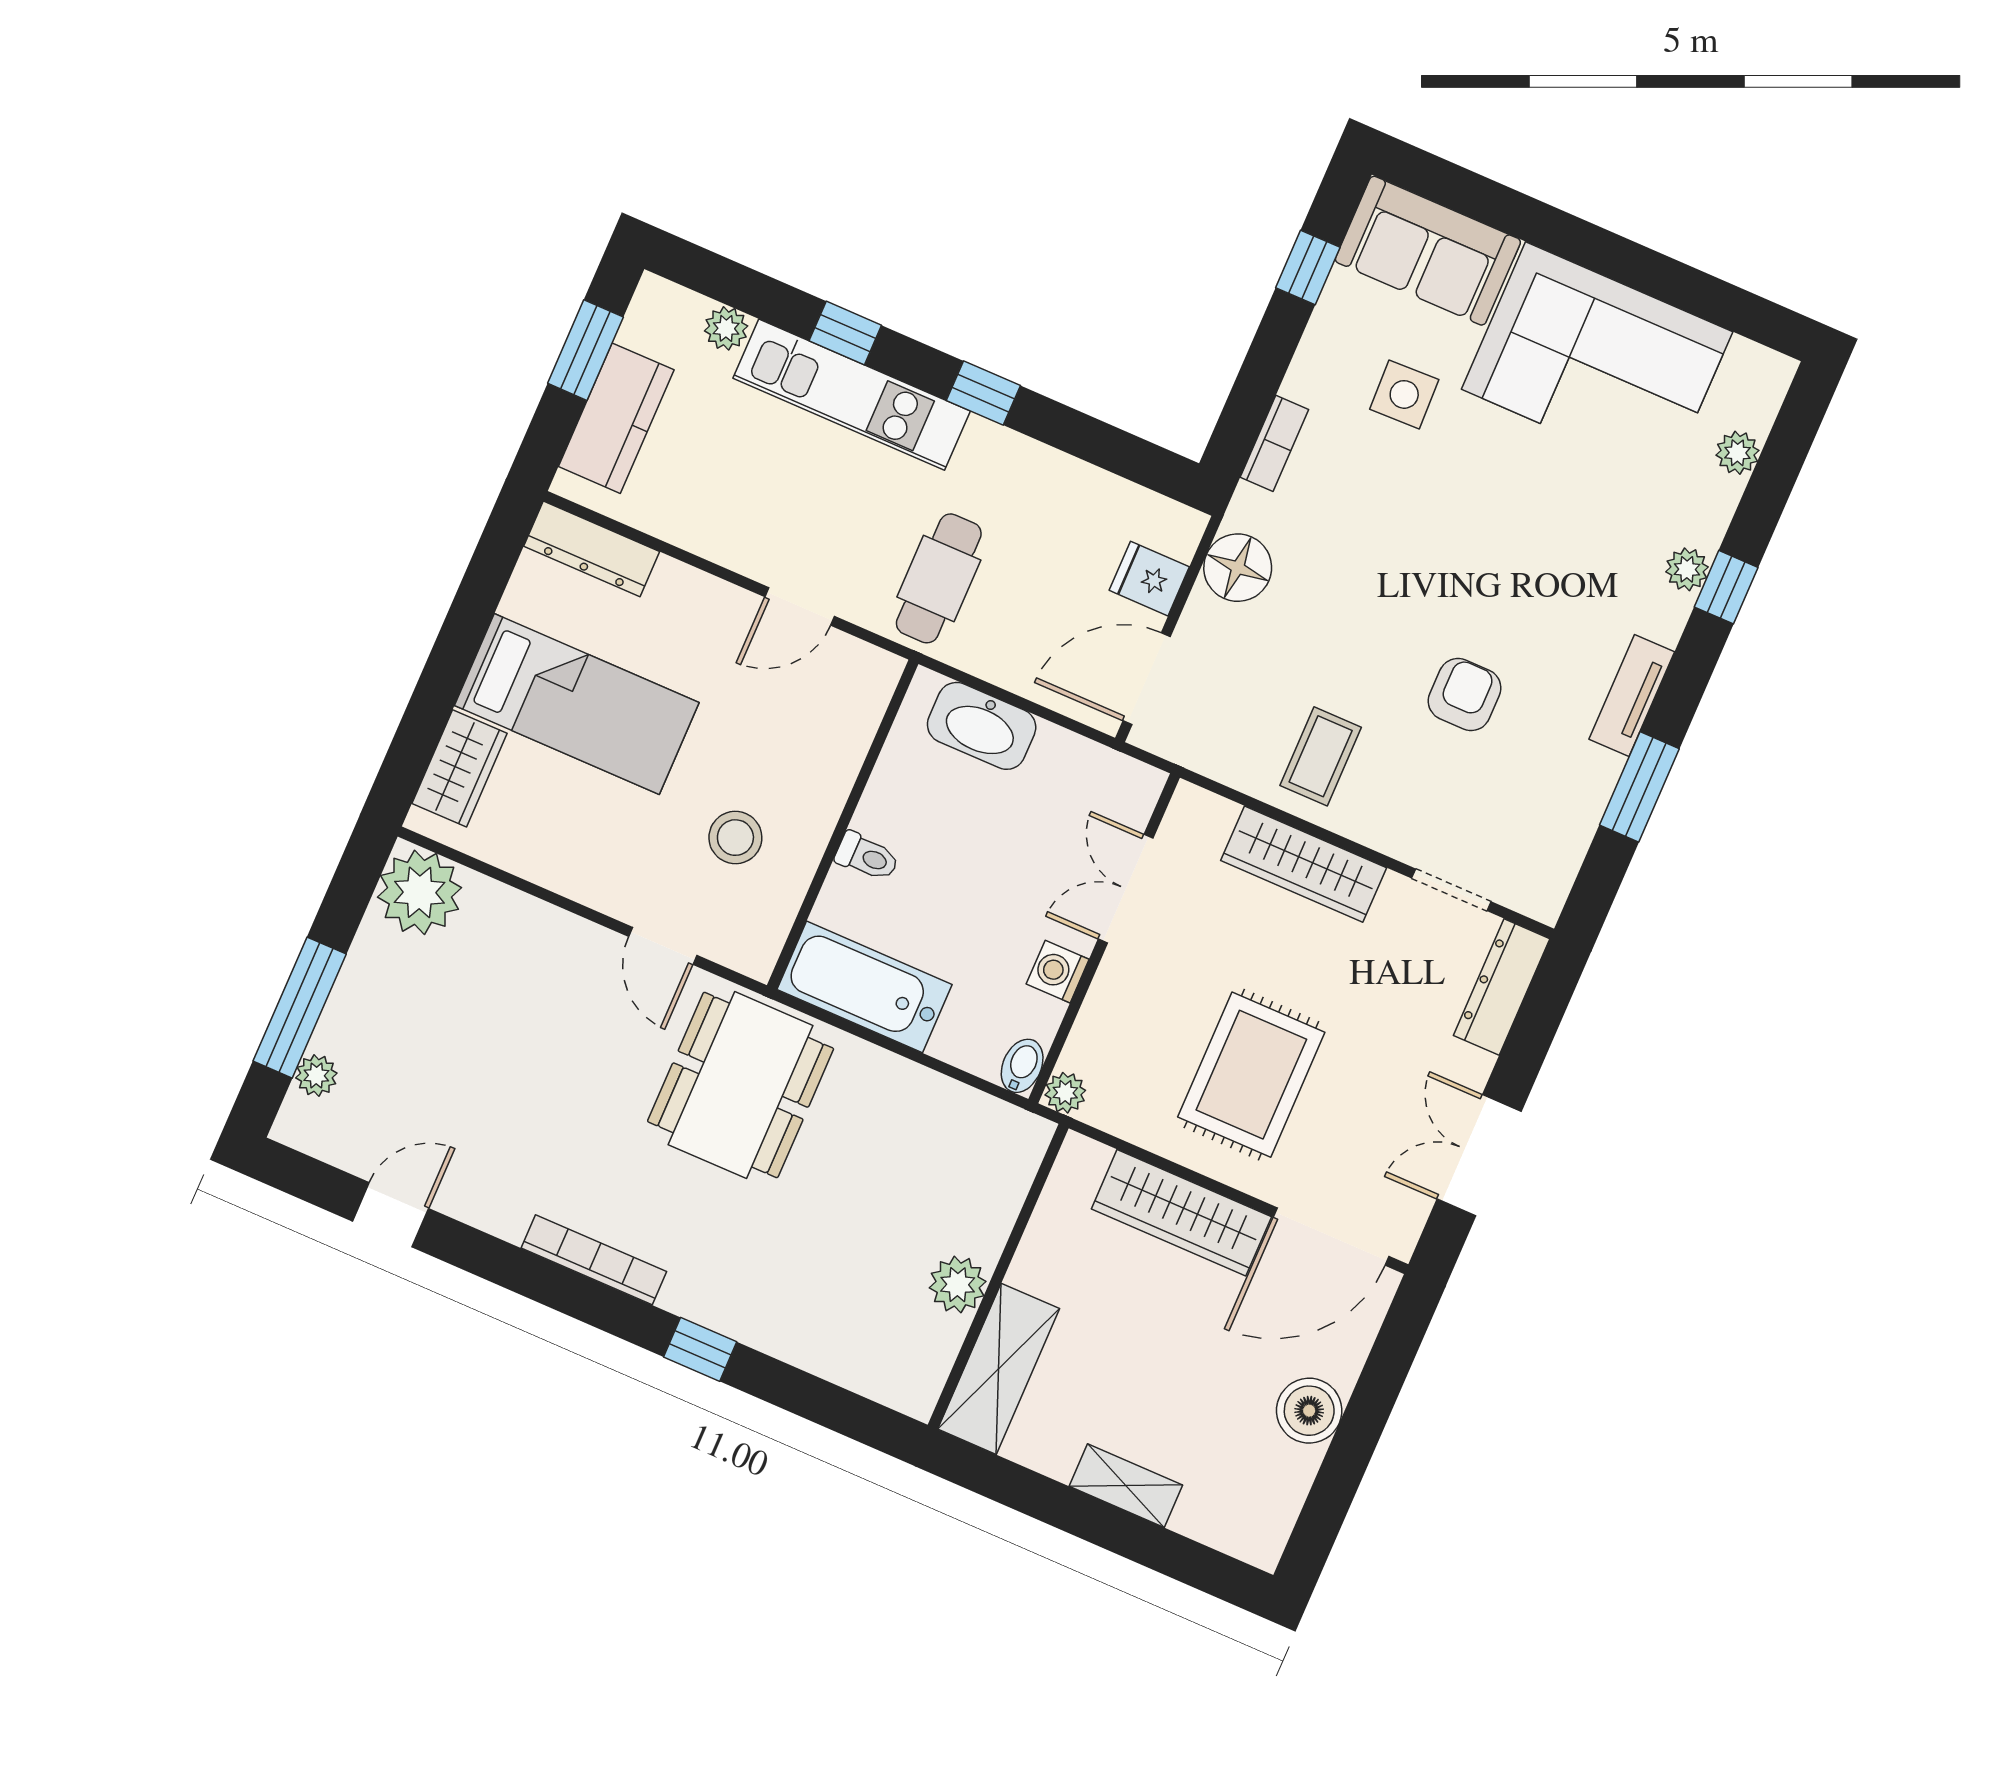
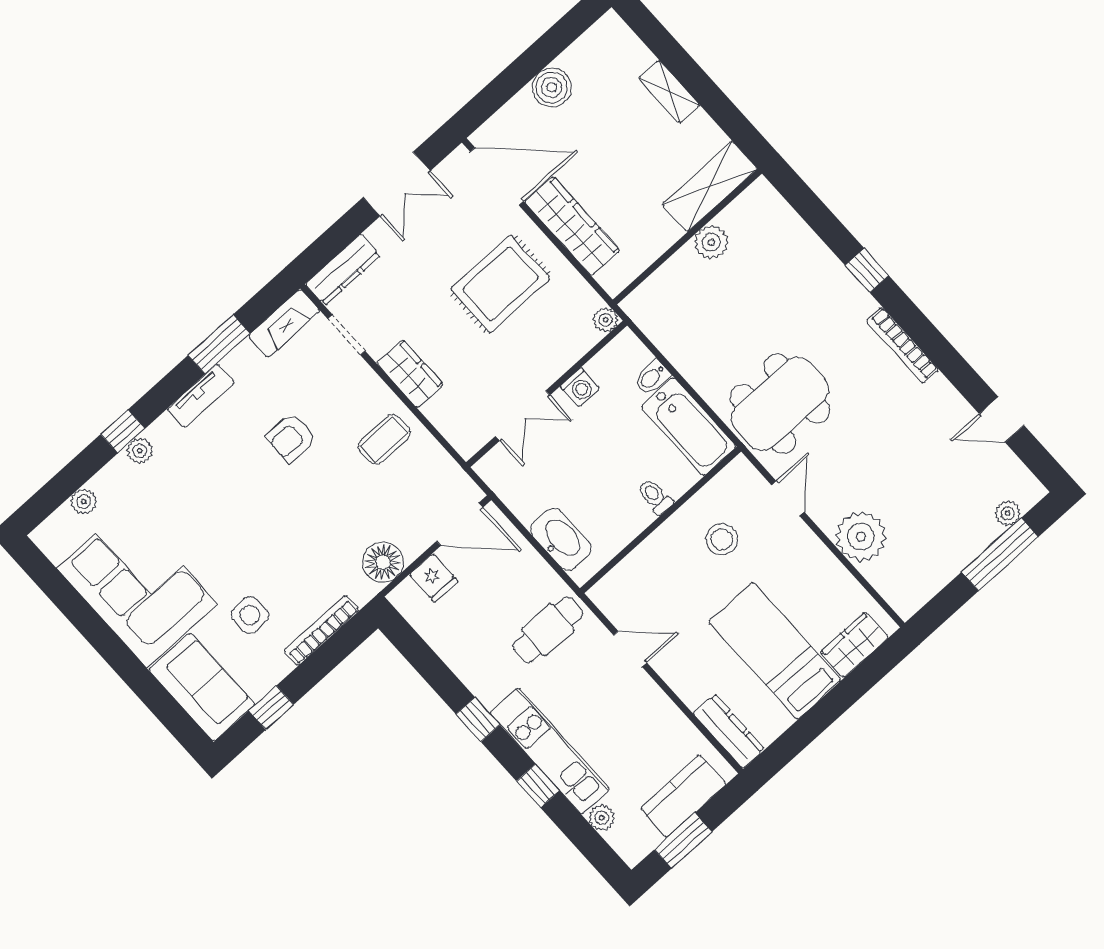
bookcase: (1274, 443) -> (321, 631), width x1.56
wardrobe: (1304, 864) -> (410, 374), width x0.67
fireplace: (1555, 864) -> (284, 323), added
plant: (419, 892) -> (861, 537), moved
bidet: (1022, 1066) -> (652, 377), moved

